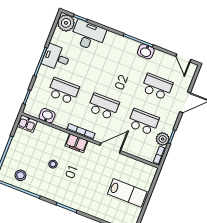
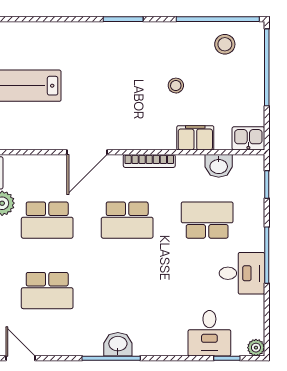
plant: (66, 23) -> (256, 348), width x0.53, depth x0.53
desk: (88, 35) -> (209, 333), width x0.73
washbasin: (146, 51) -> (118, 344), moved
school desk: (63, 91) -> (207, 220), turned 180
filing cabinet: (76, 143) -> (195, 138), moved

